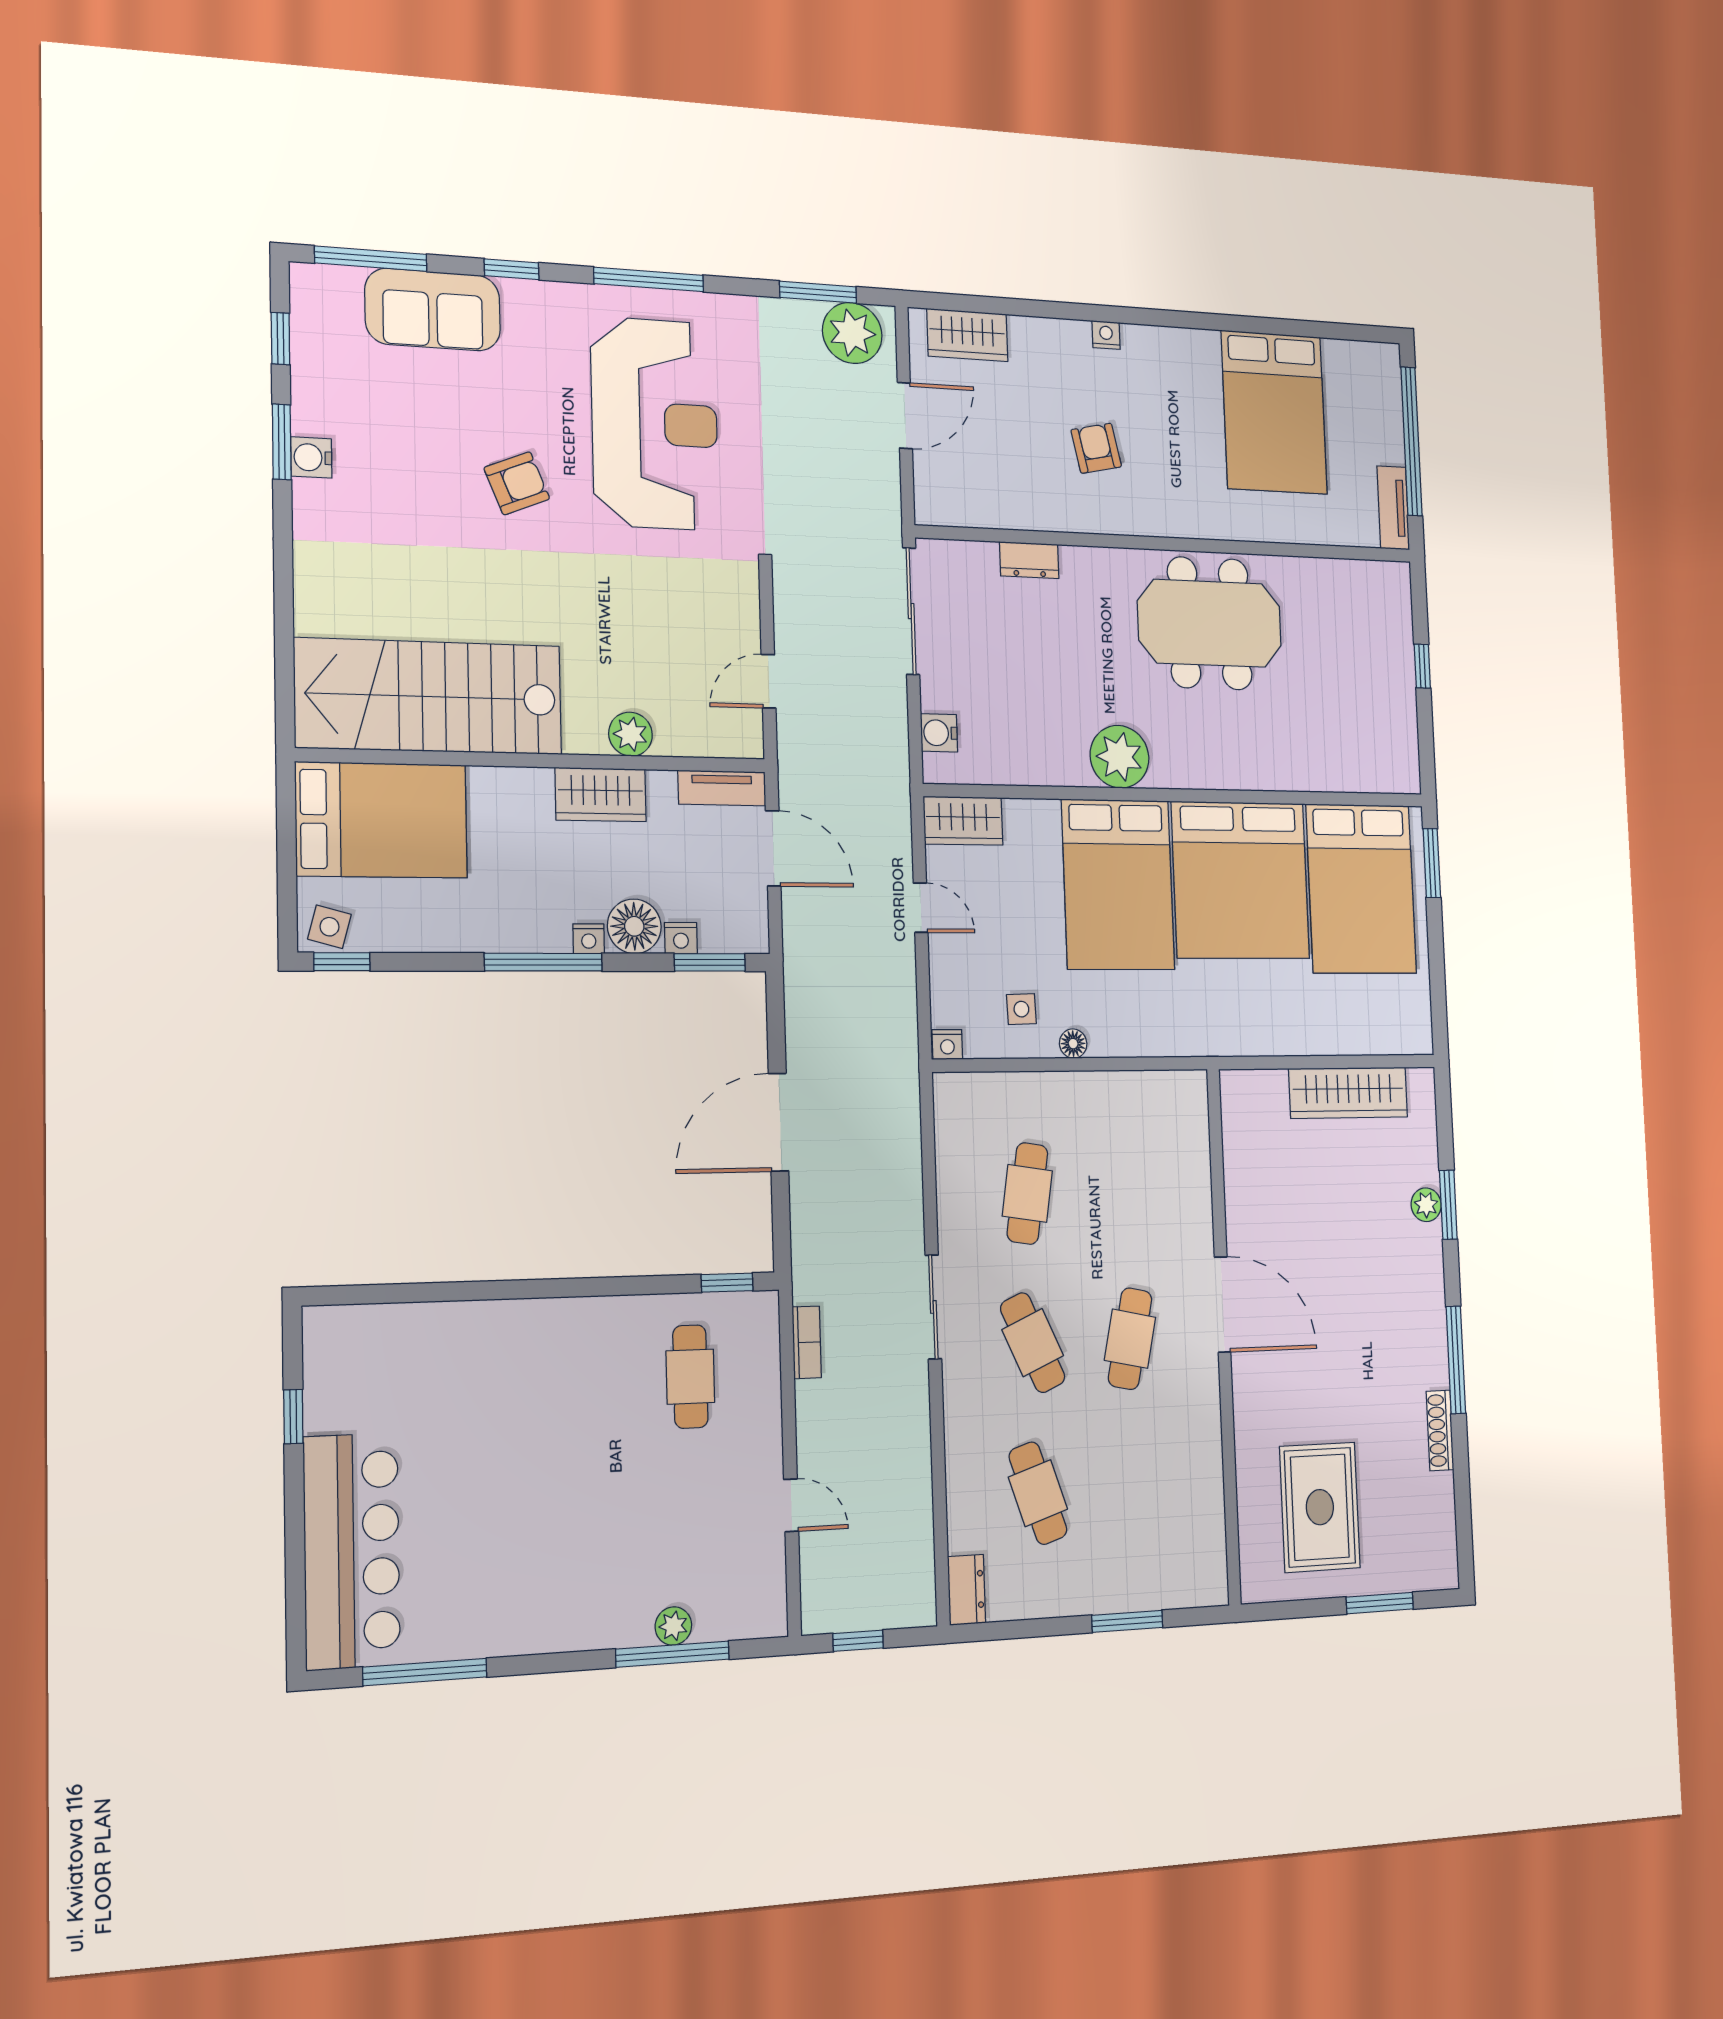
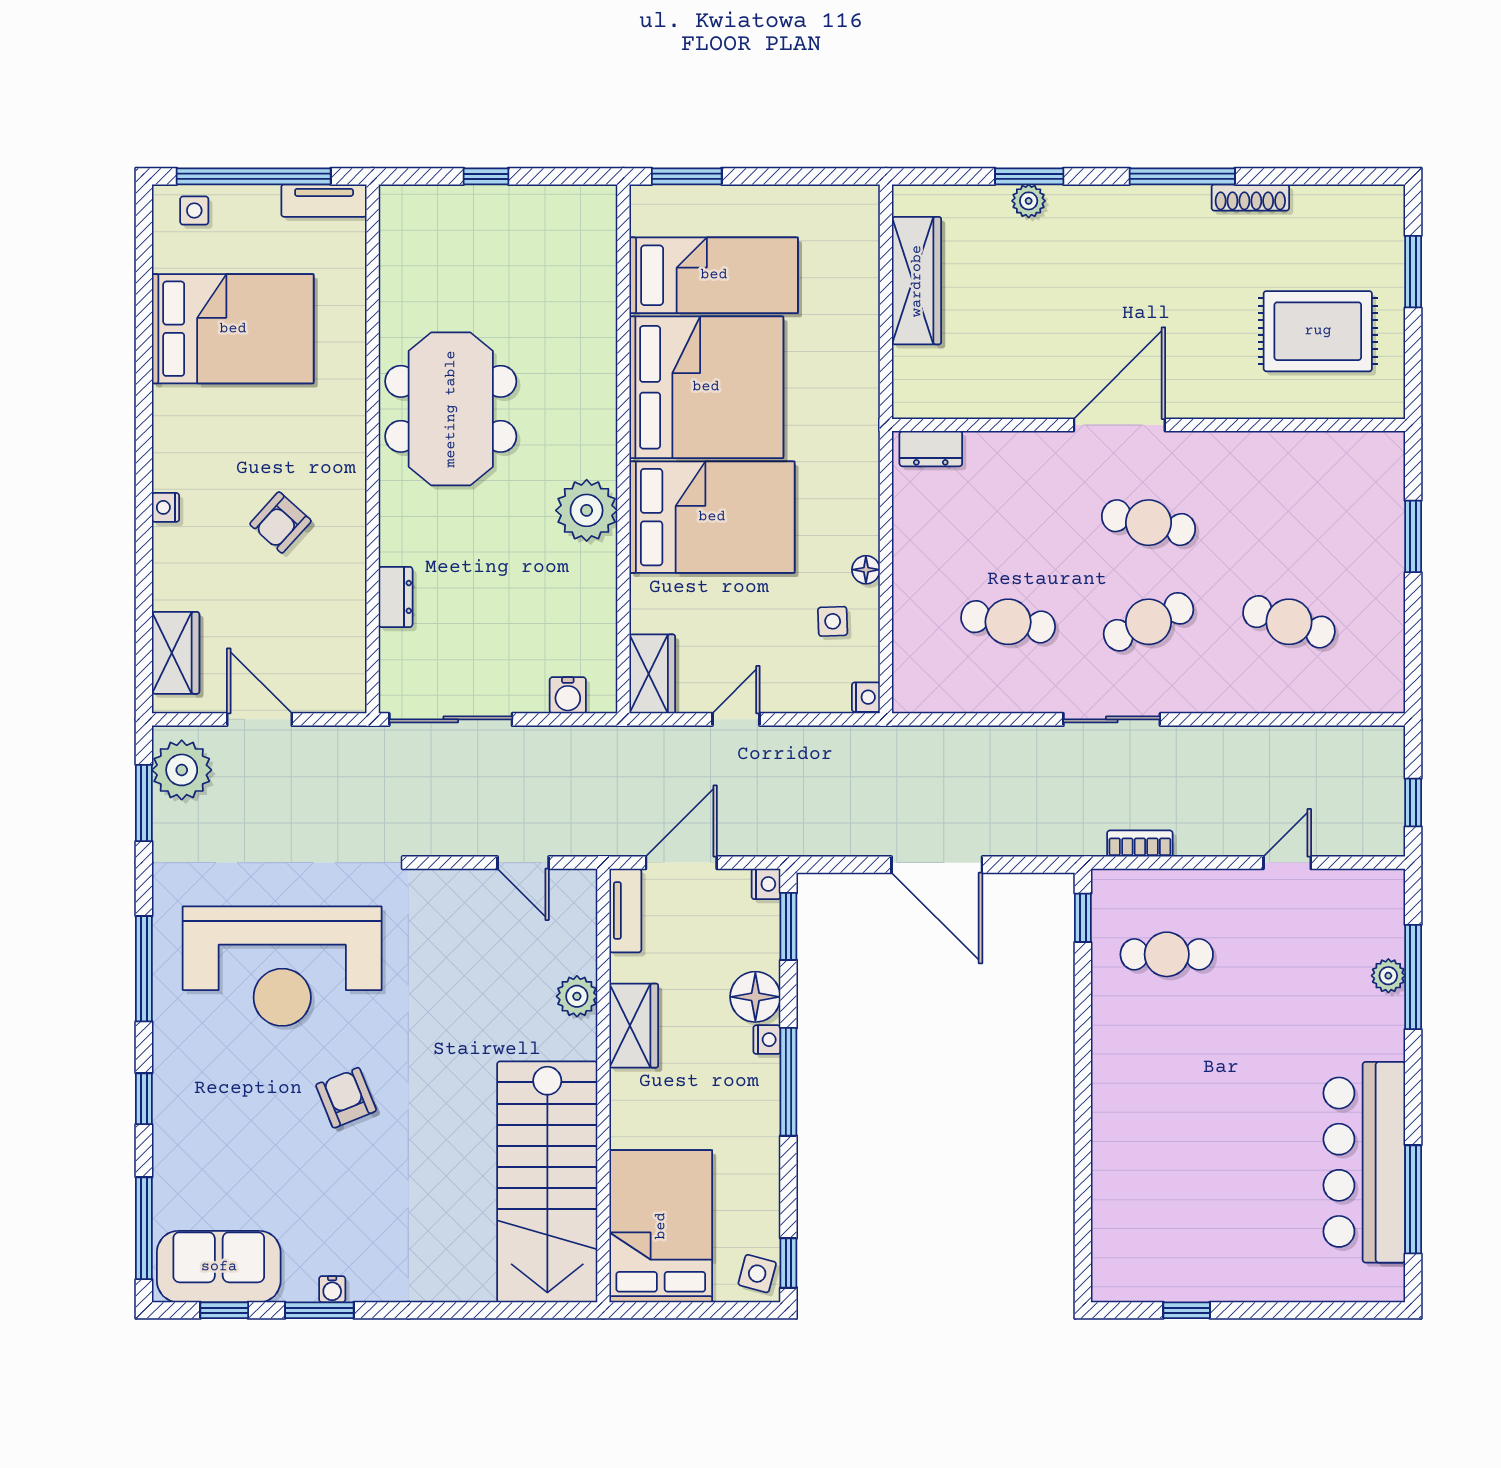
sofa: (433, 310) -> (219, 1267), moved, turned -90
side table: (1379, 382) -> (194, 211), added
reception desk: (655, 424) -> (282, 966), turned 180
armchair: (1096, 448) -> (280, 522), turned -36
water cooler: (311, 457) -> (332, 1289), width x0.72, depth x0.72
bed: (1361, 889) -> (714, 275), width x0.67
nightstand: (681, 938) -> (766, 884), moved
cafe table: (1038, 1493) -> (1289, 622), turned 36
bar counter: (352, 1551) -> (1364, 1162), moved, turned -90
dresser: (967, 1590) -> (931, 449), moved, turned 180

